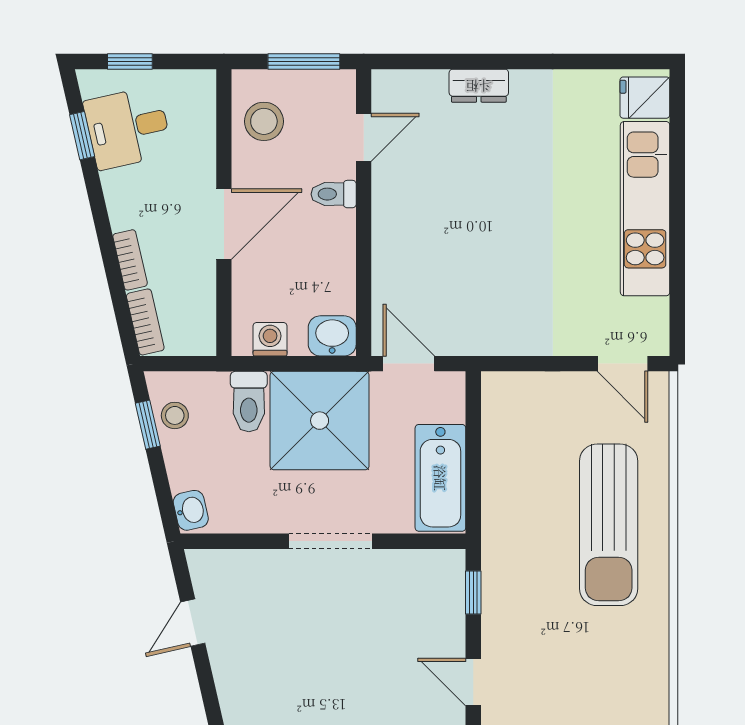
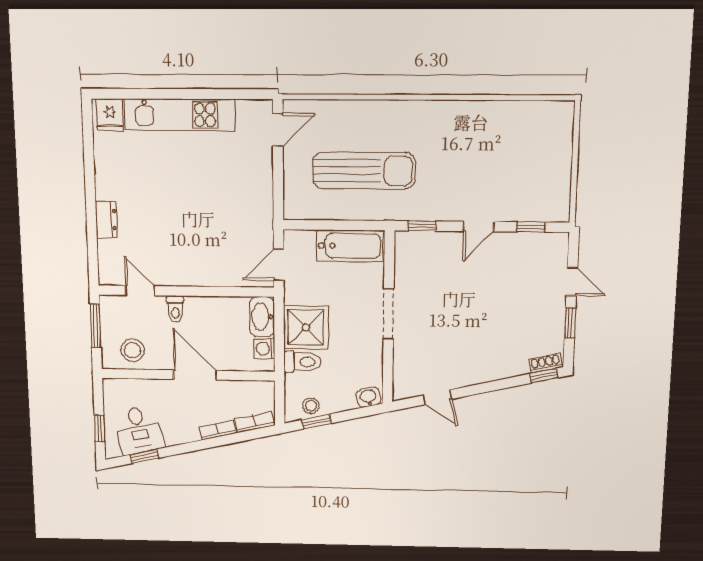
washbasin: (332, 336) -> (262, 317), width x1.38
shower: (320, 421) -> (306, 327), width x0.73, depth x0.73
sun lounger: (609, 525) -> (364, 171), moved

